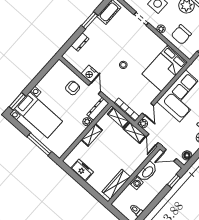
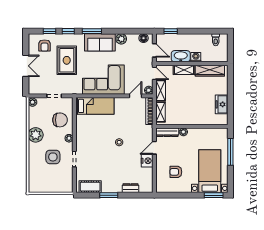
bed: (165, 68) -> (95, 106), width x0.67
armchair: (73, 88) -> (176, 172), moved
shelving: (92, 135) -> (184, 70), moved
door: (152, 140) -> (154, 73), hinge flipped

